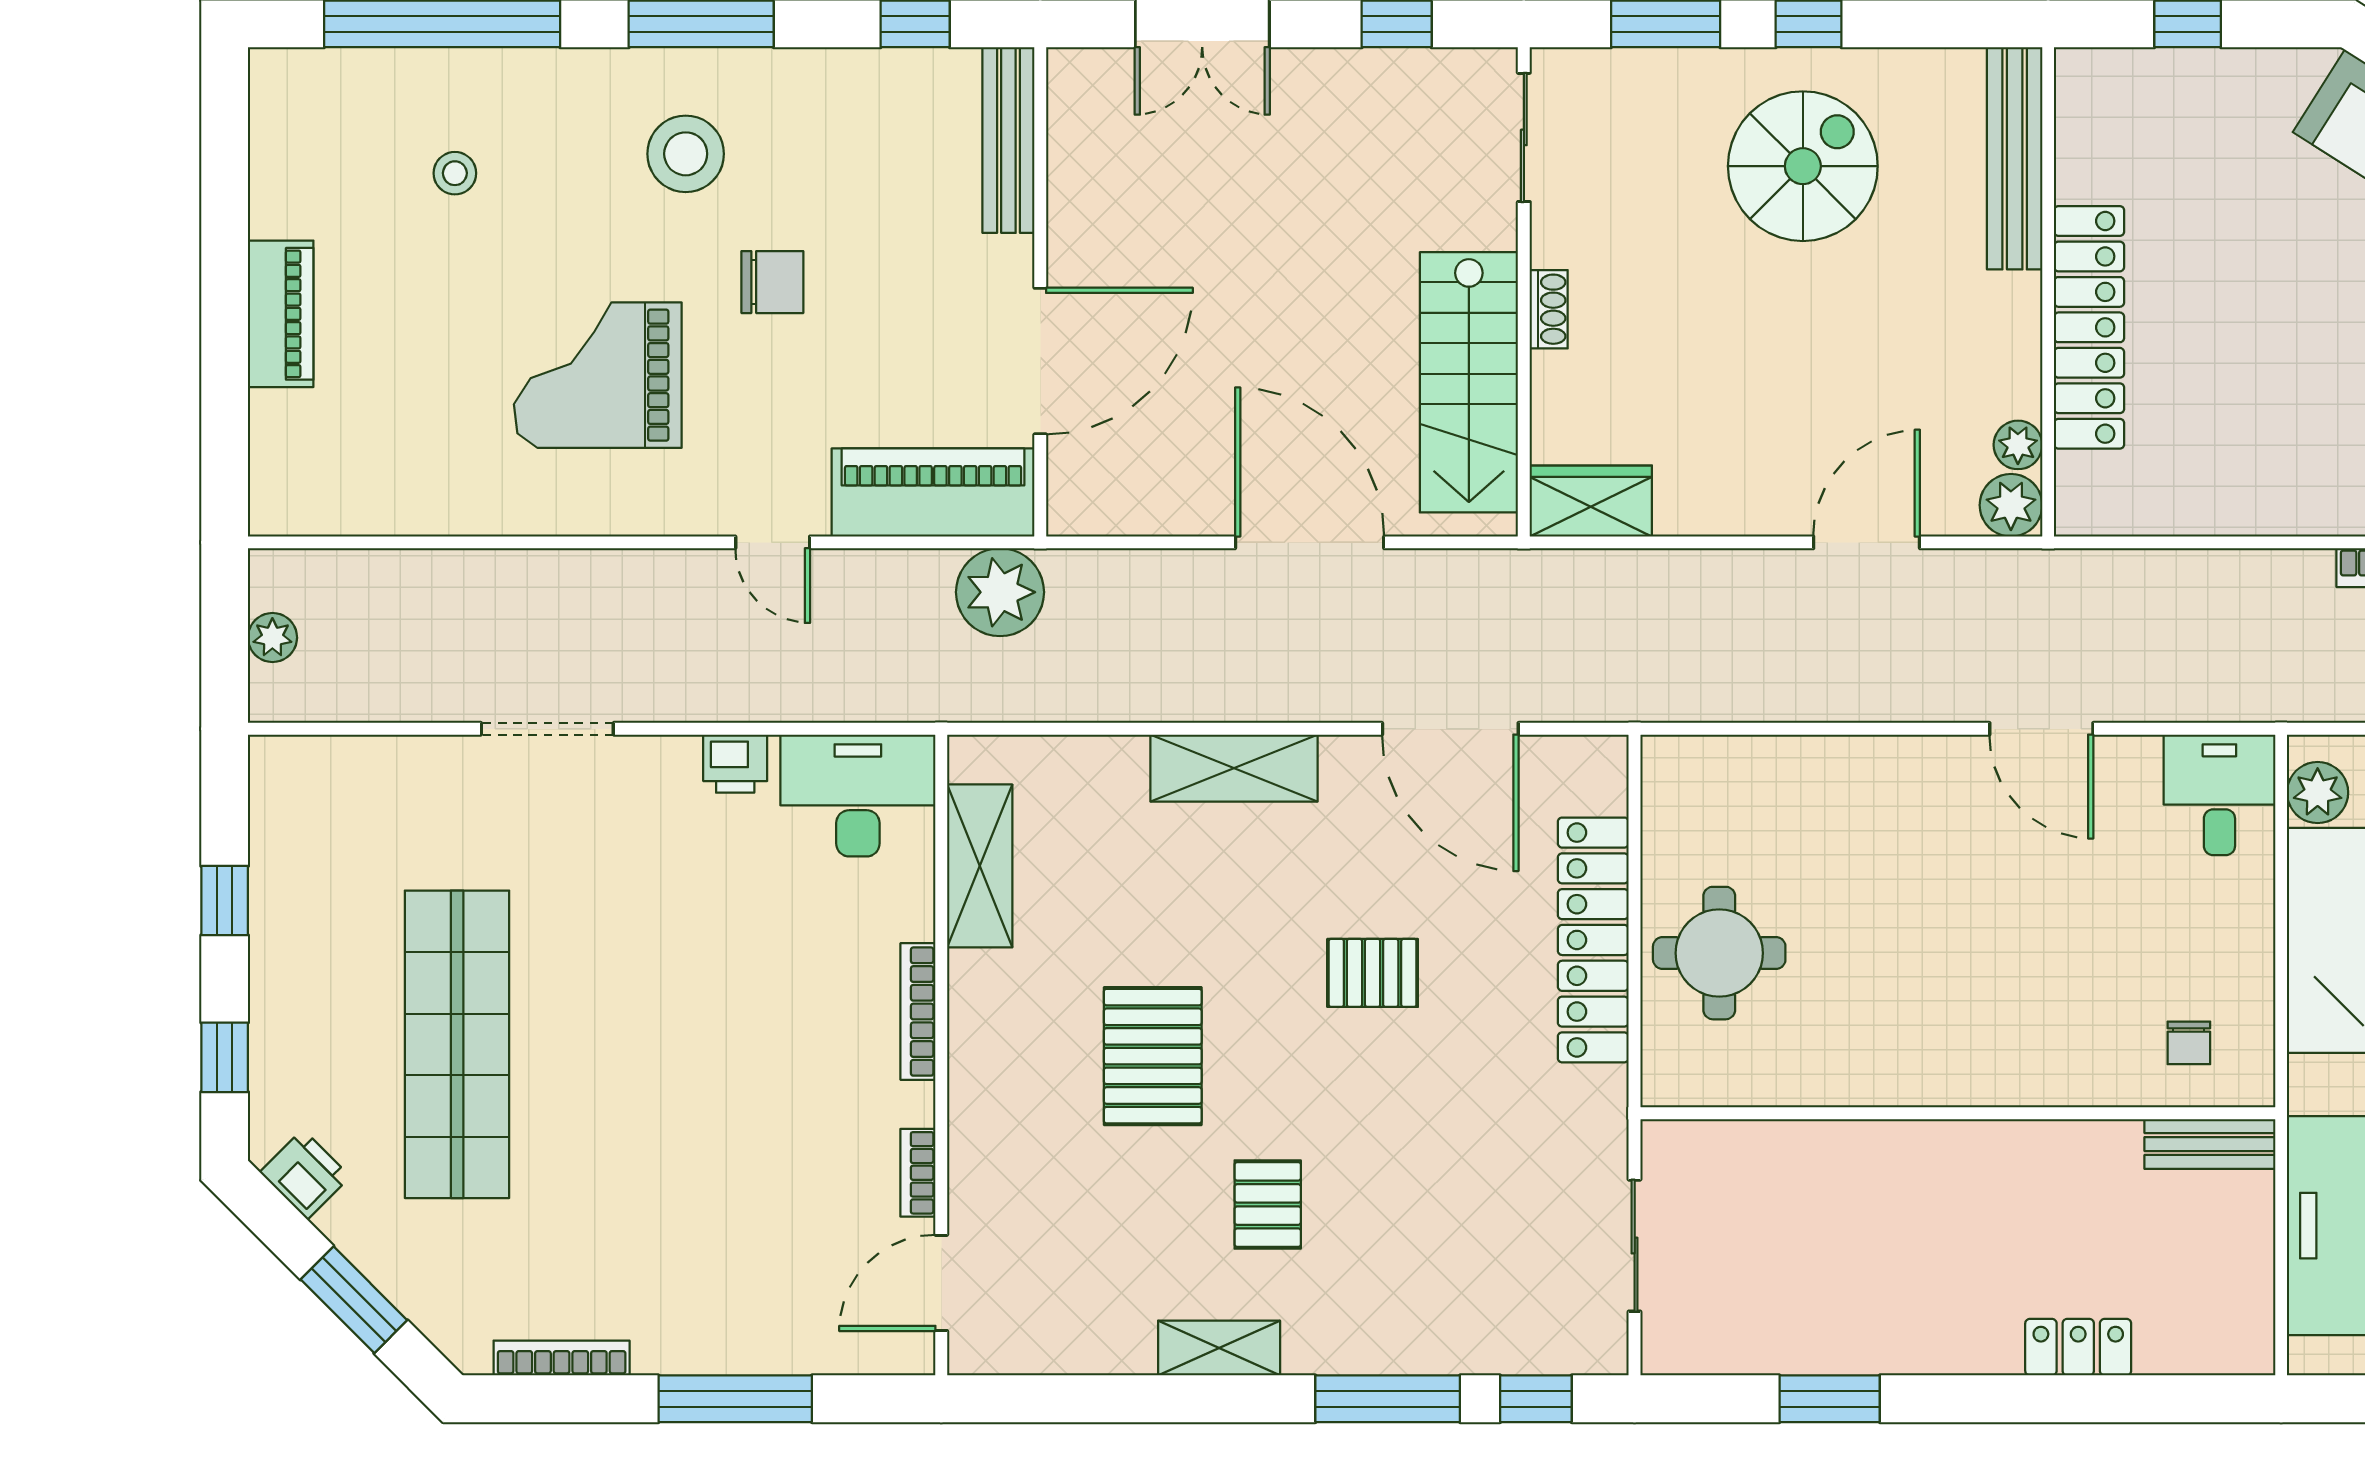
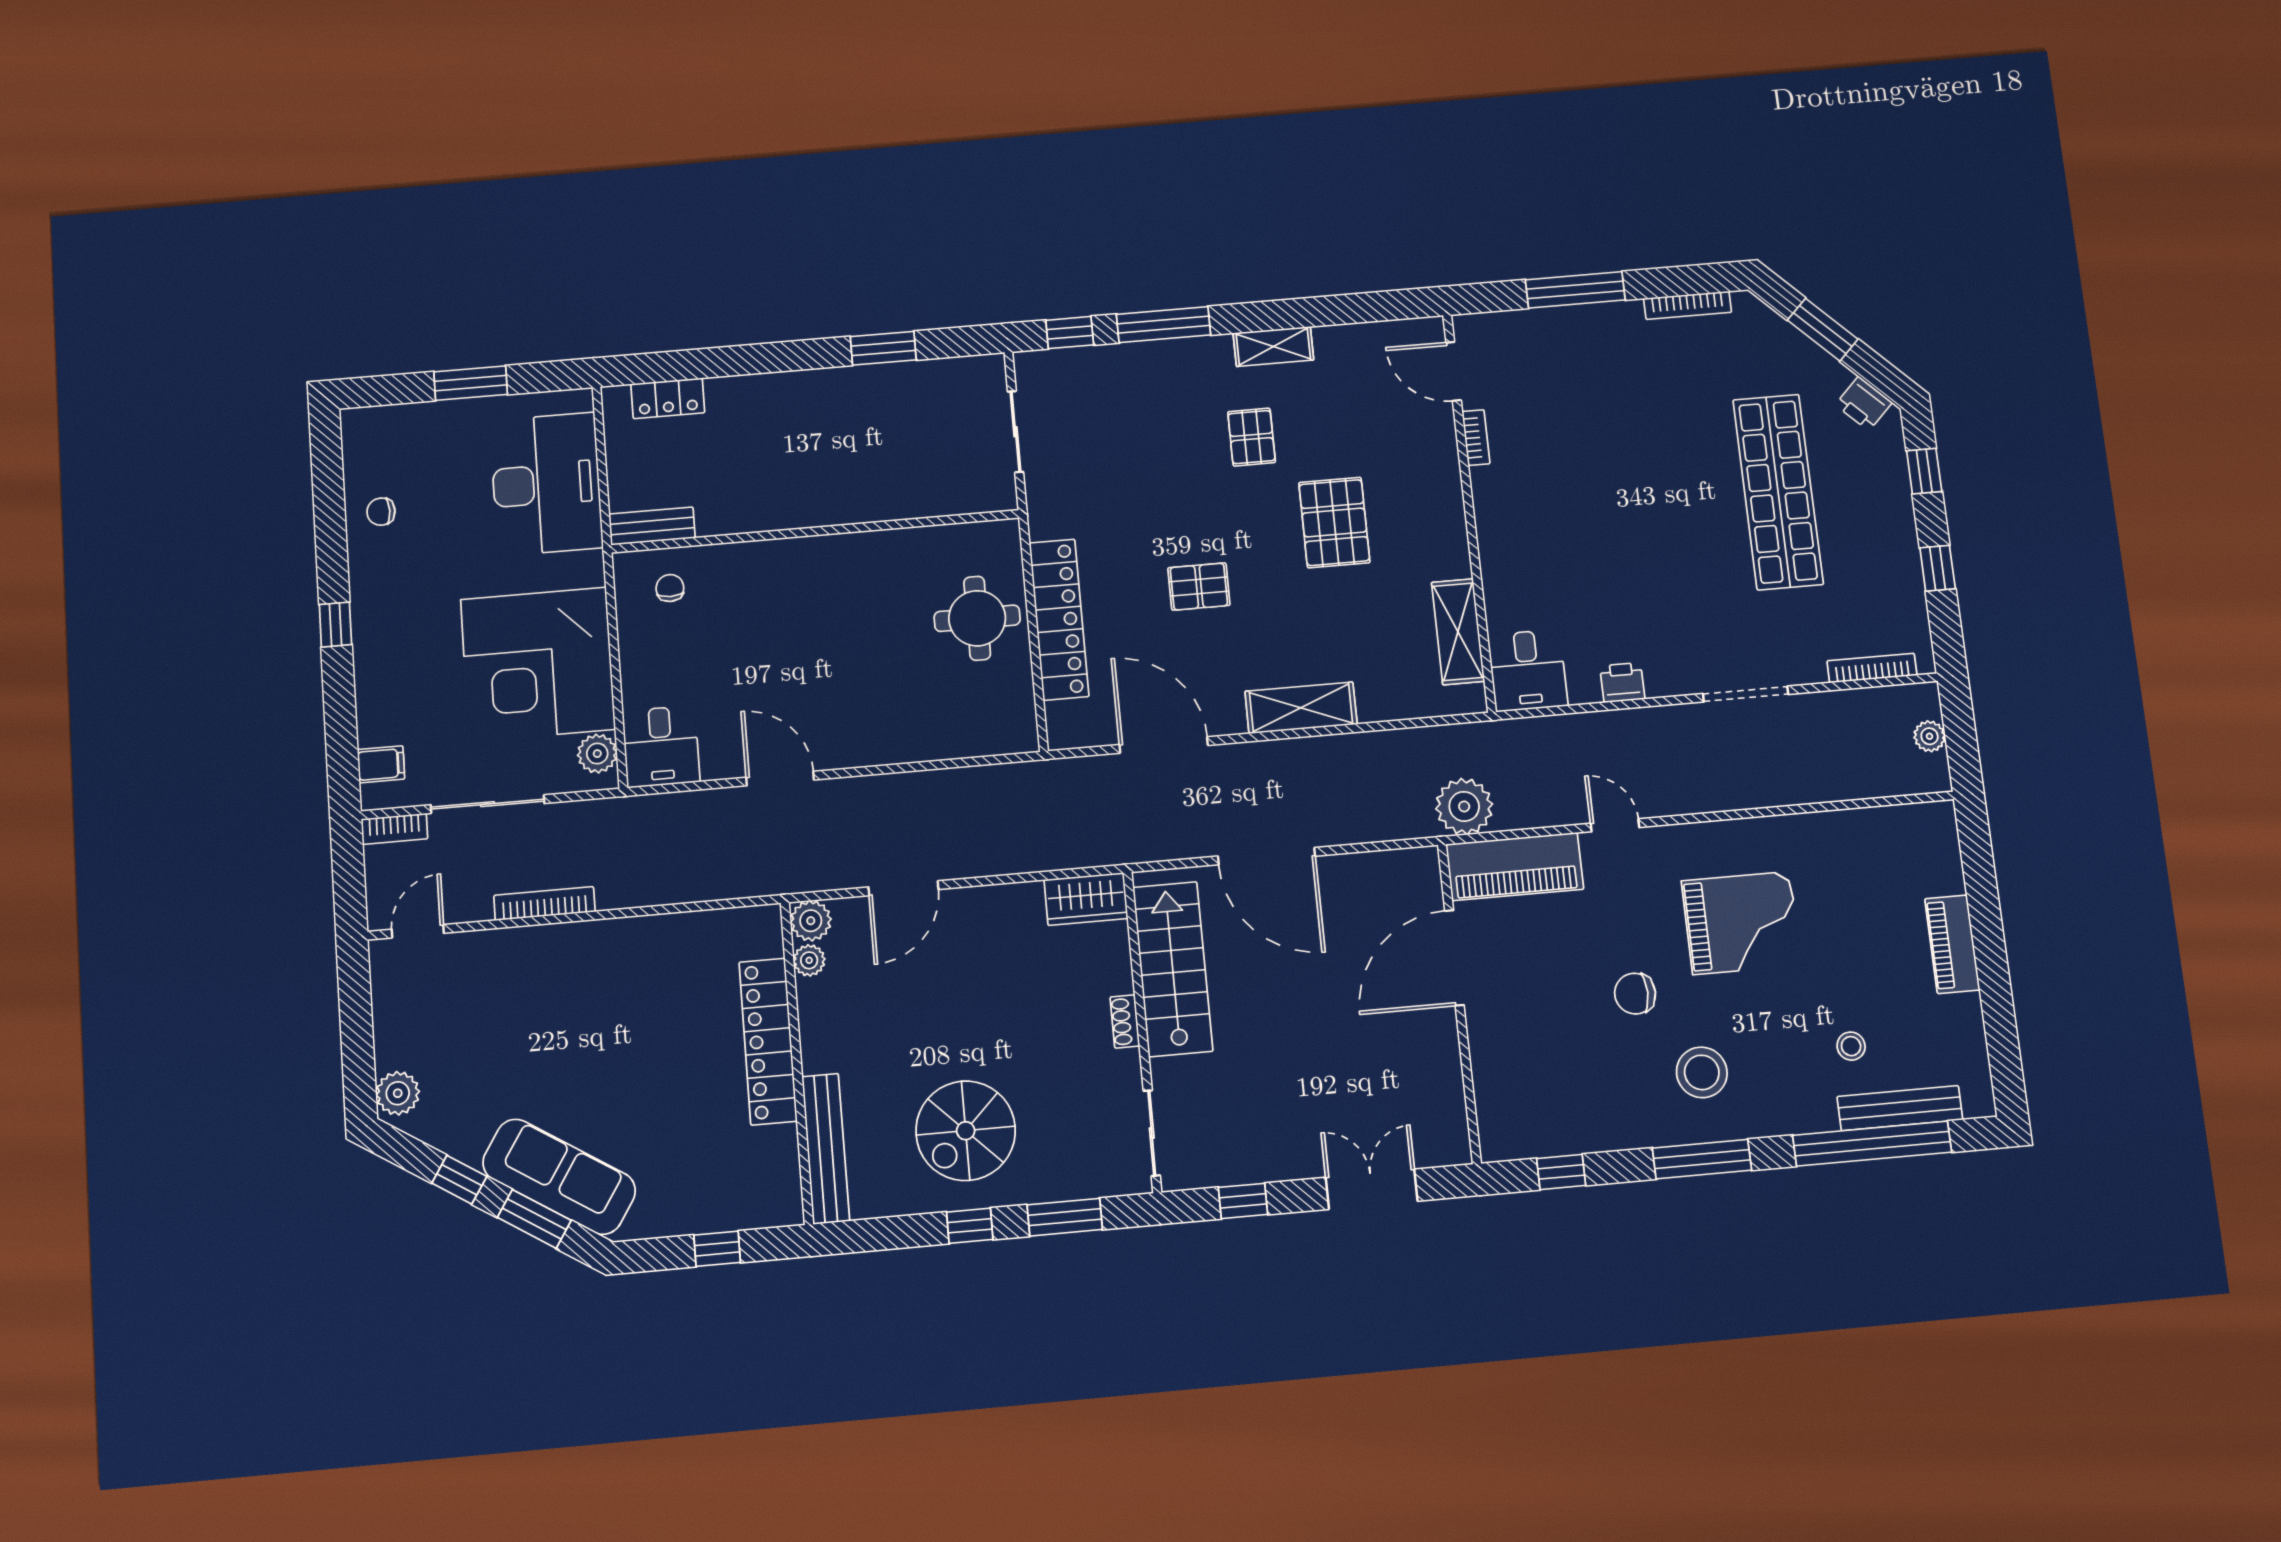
bench: (1008, 140) -> (1900, 1108), moved, turned 90
desk: (858, 796) -> (1528, 670), width x0.73
bookcase: (918, 1012) -> (1872, 668), moved, turned -90
door: (941, 1283) -> (1454, 371), swing flipped
locker: (2078, 1347) -> (668, 398), moved

